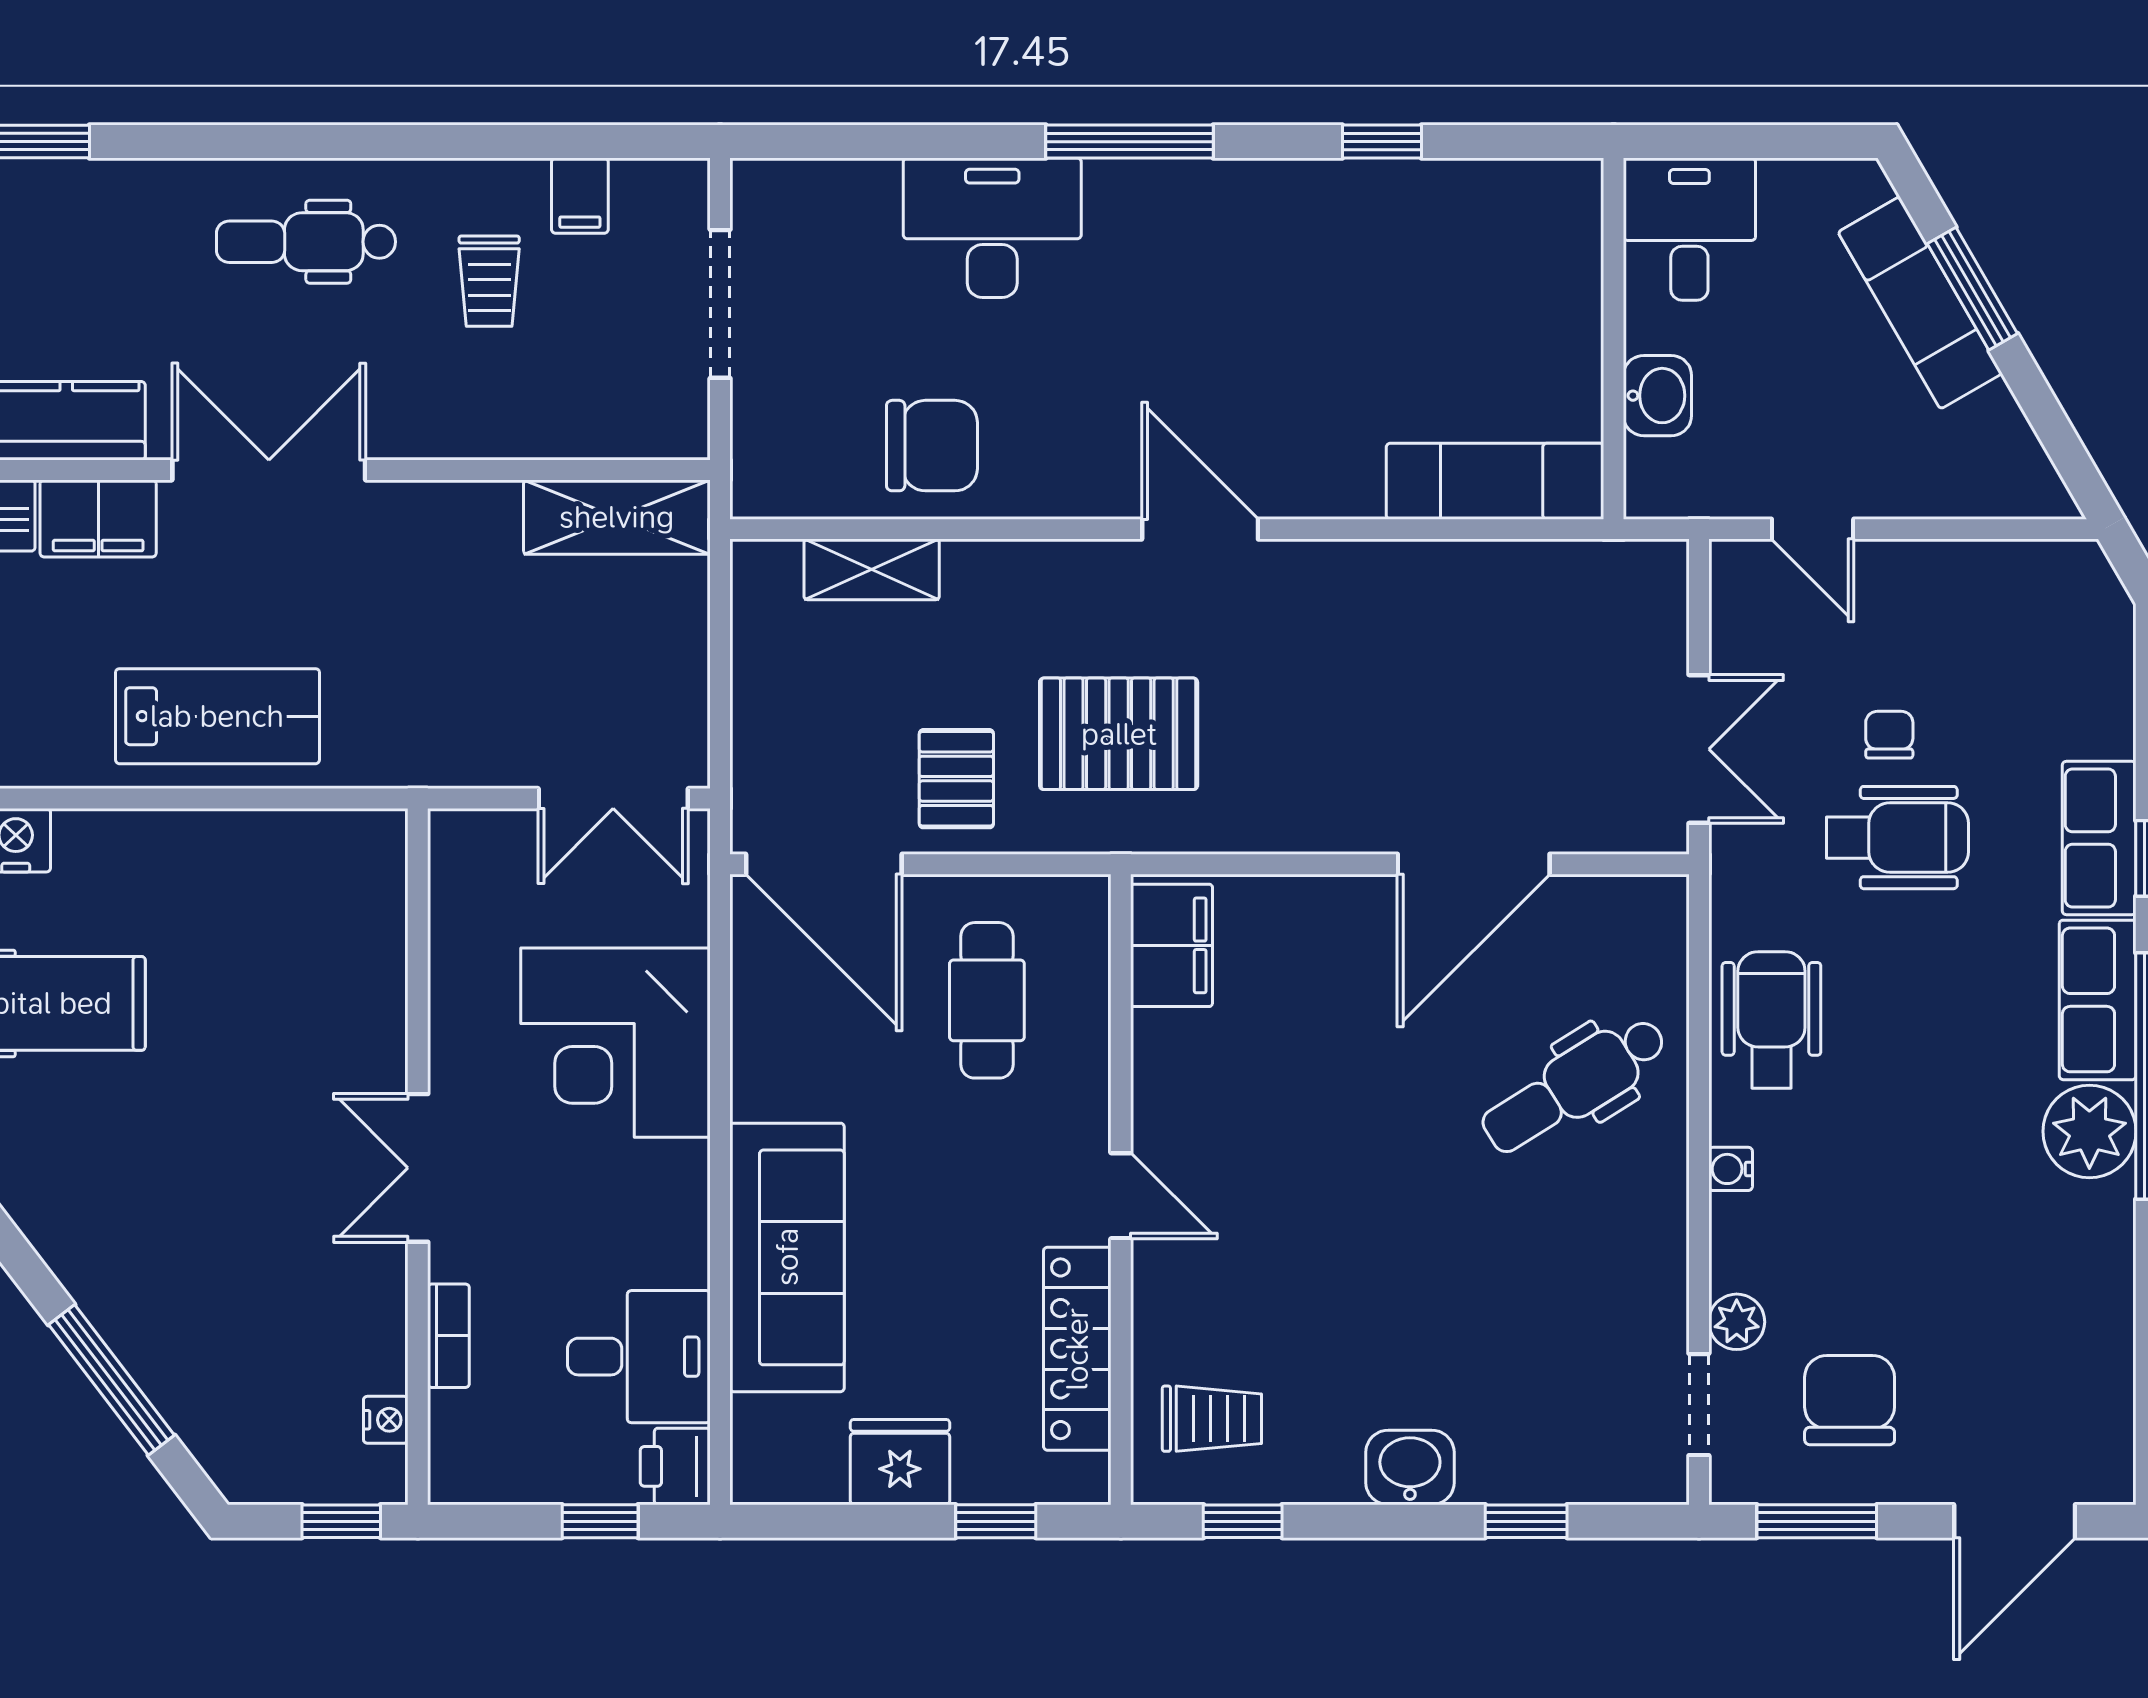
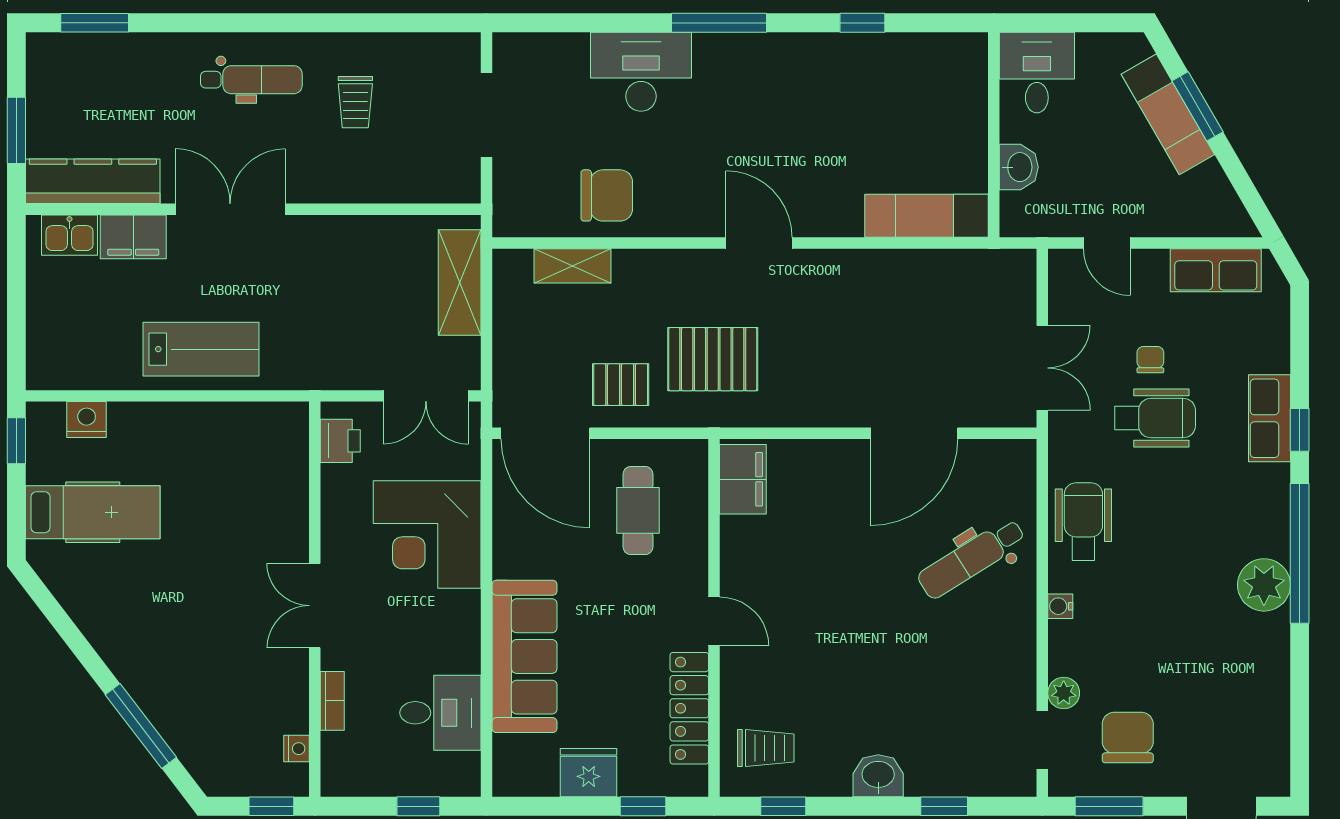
filing cabinet: (580, 196) -> (407, 54), removed
dental chair: (306, 242) -> (251, 80), turned 180
shelving: (617, 517) -> (460, 282), moved, turned 90
pallet: (956, 779) -> (621, 385), turned 90
row of seats: (2098, 1000) -> (1216, 270), moved, turned -90
printer: (675, 1466) -> (340, 441), moved, turned 180

